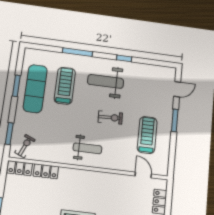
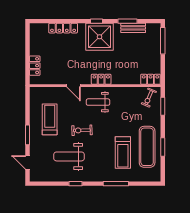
weight bench: (106, 81) -> (69, 156), moved, turned 180
door: (177, 89) -> (27, 162), hinge flipped
treadmill: (147, 135) -> (50, 119), turned 180
locker: (46, 171) -> (101, 79), moved
door: (143, 175) -> (74, 86), moved

